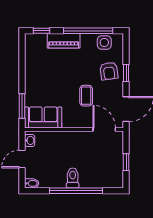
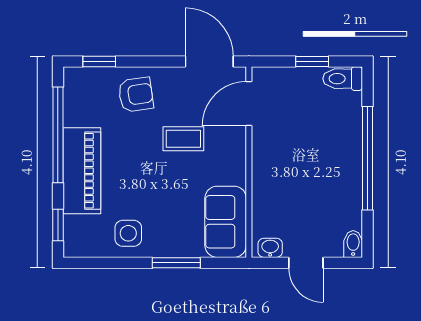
piano: (64, 41) -> (82, 171), width x1.37, depth x1.33
side table: (104, 42) -> (128, 233), moved
window: (126, 73) -> (99, 61), moved
window: (22, 106) -> (176, 263), moved
toilet: (73, 178) -> (343, 79), moved

